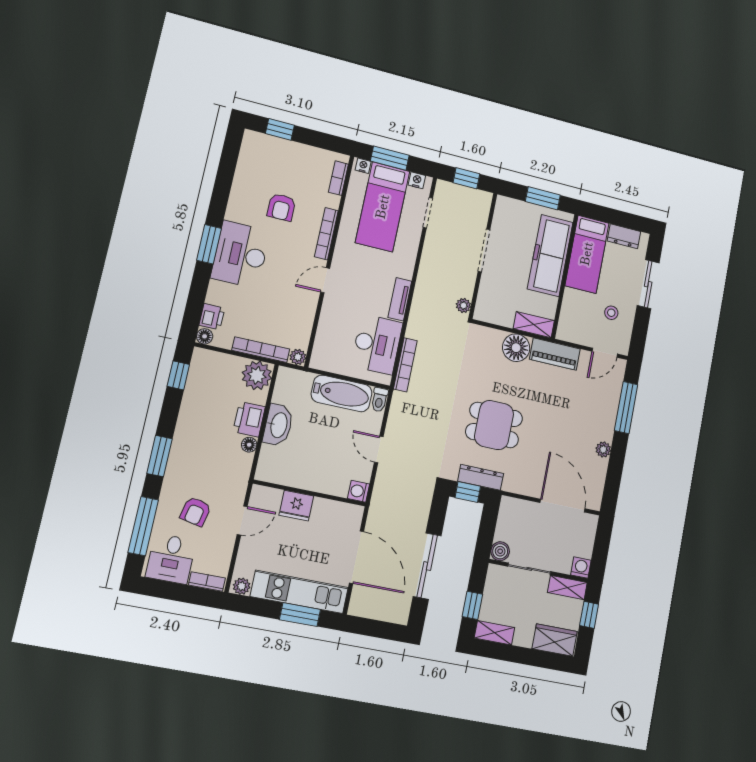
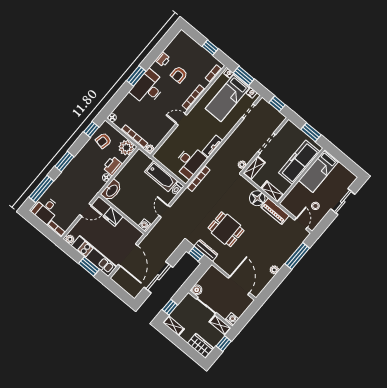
window: (280, 129) -> (210, 48), moved
dresser: (624, 236) -> (343, 172), removed
shelving: (485, 301) -> (254, 168), added
printer: (212, 317) -> (163, 59), moved
door: (605, 353) -> (301, 224), swing flipped
washbasin: (278, 425) -> (112, 190), moved
armchair: (196, 511) -> (104, 141), moved

